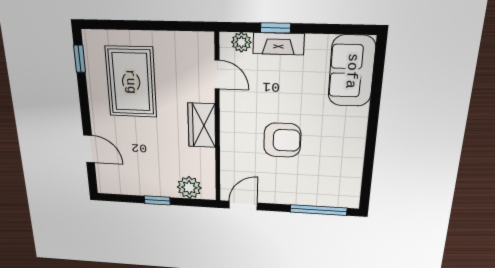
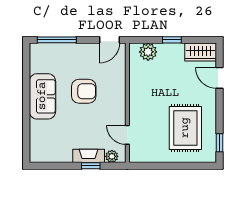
sofa: (352, 71) -> (42, 96), moved
wardrobe: (202, 125) -> (201, 52), moved, turned 90
armchair: (282, 140) -> (84, 91), turned 180

